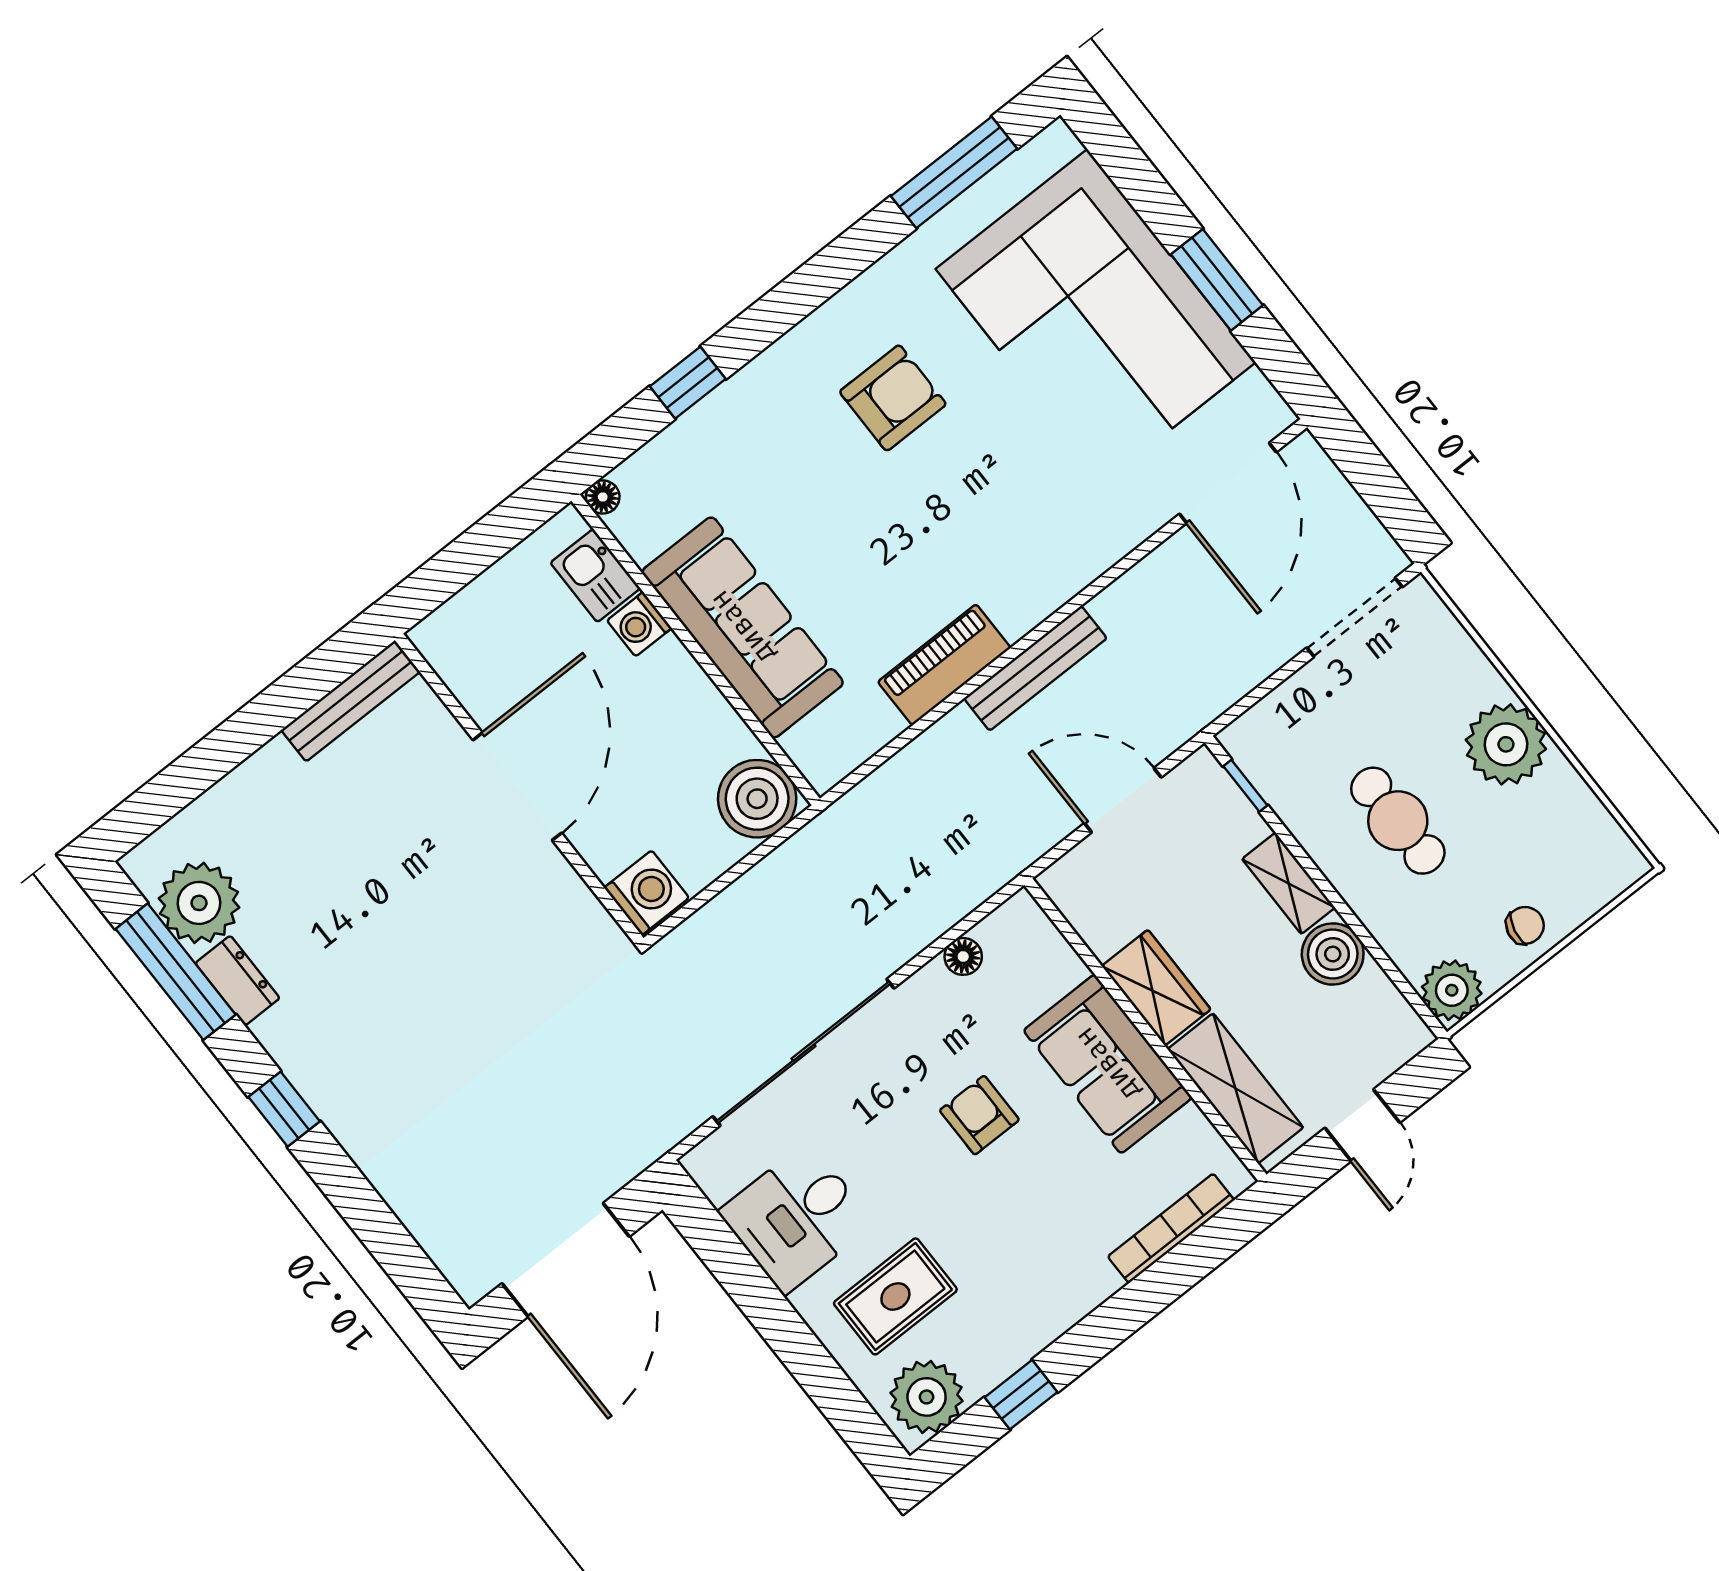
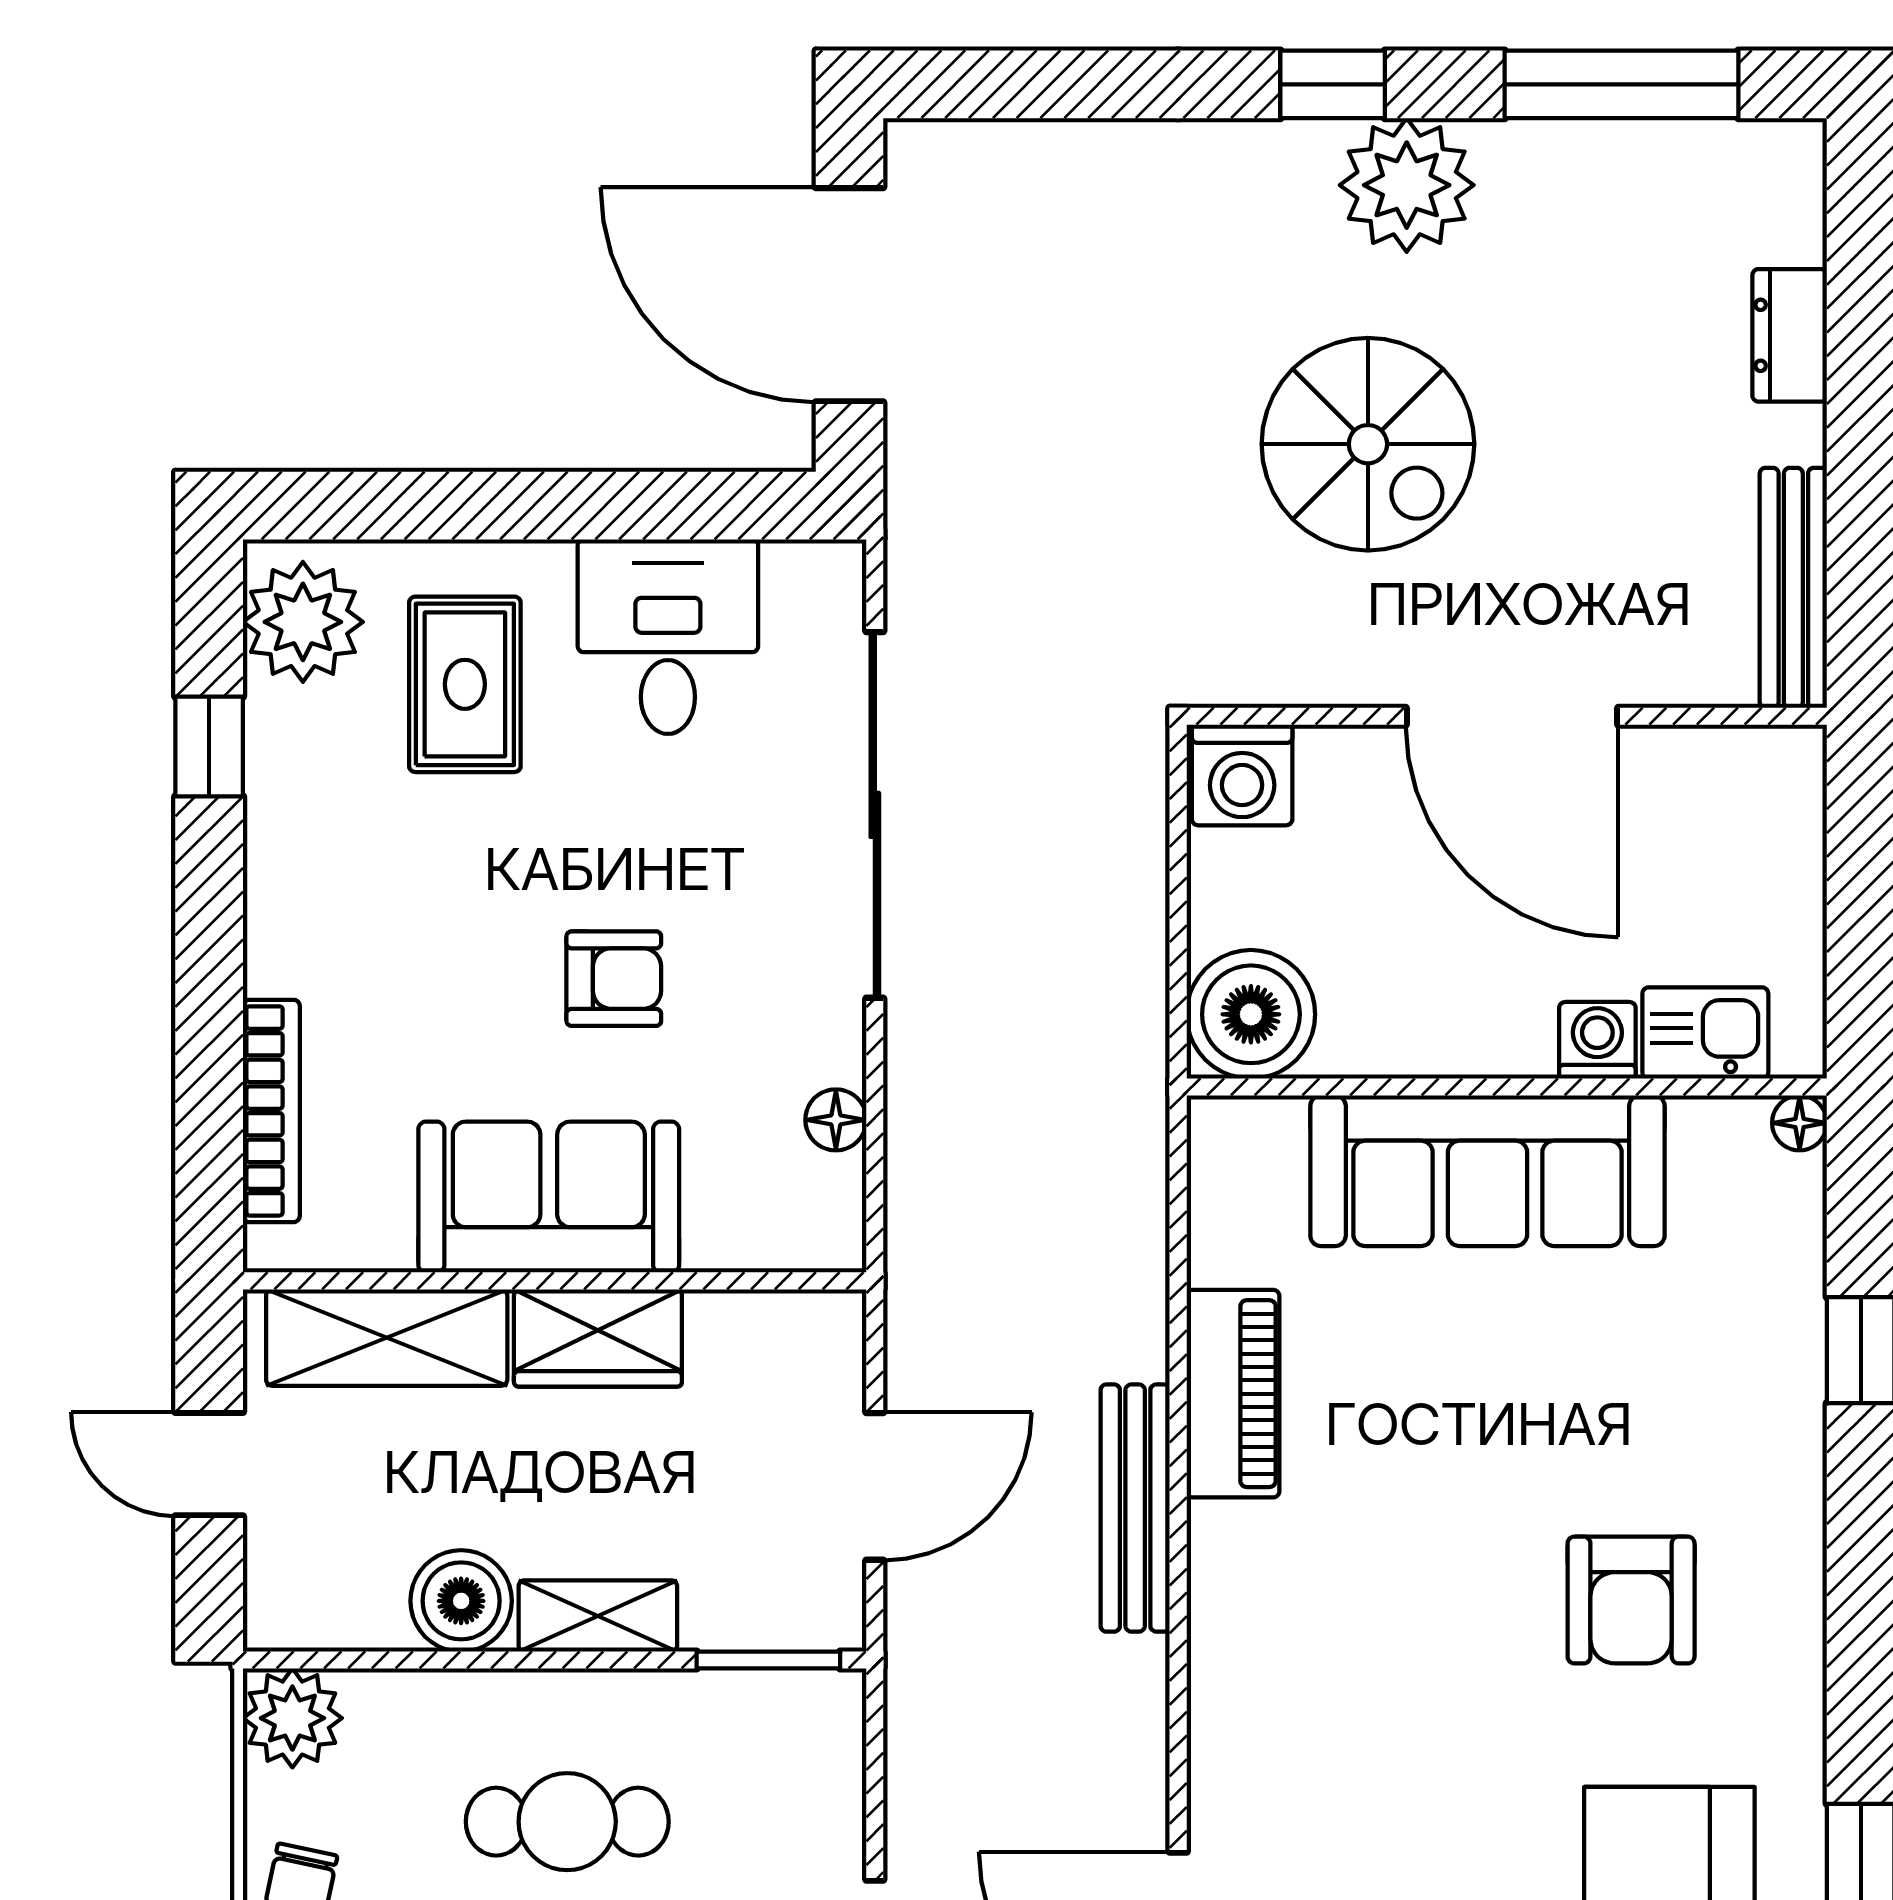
window: (1245, 786) -> (768, 1660), width x1.50
plant: (199, 903) -> (1407, 185), moved
spiral stairs: (442, 957) -> (1368, 444), added
dresser: (237, 981) -> (1790, 335), moved, turned 90

